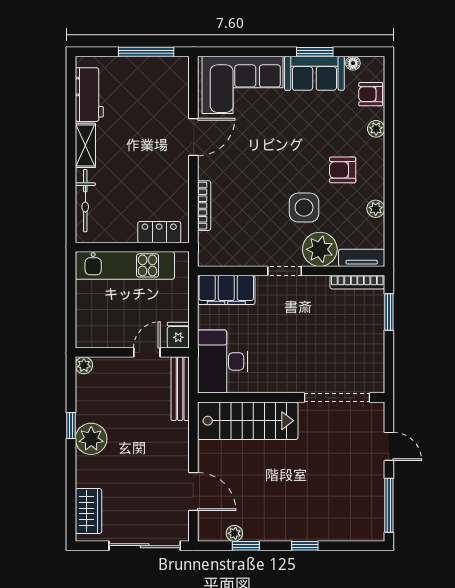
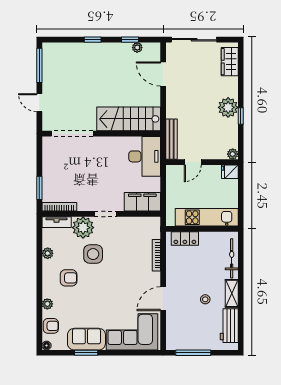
floor lamp: (353, 63) -> (47, 346), moved
stool: (127, 136) -> (205, 299), added
fridge: (178, 335) -> (230, 172), moved, turned 90

